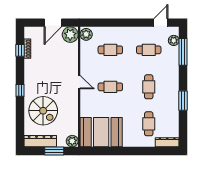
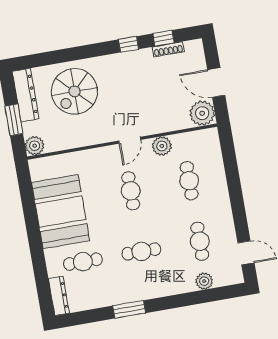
plant: (86, 34) -> (162, 146), moved
plant: (174, 40) -> (204, 281), moved
window: (183, 52) -> (206, 296), removed
window: (20, 90) -> (128, 44), moved
booth: (101, 132) -> (61, 212), moved

